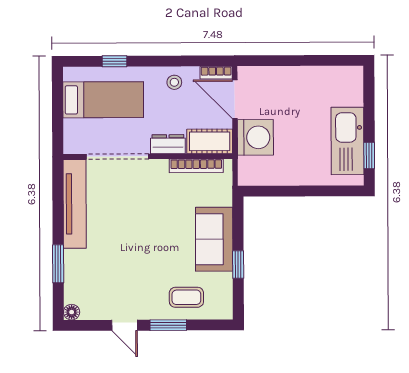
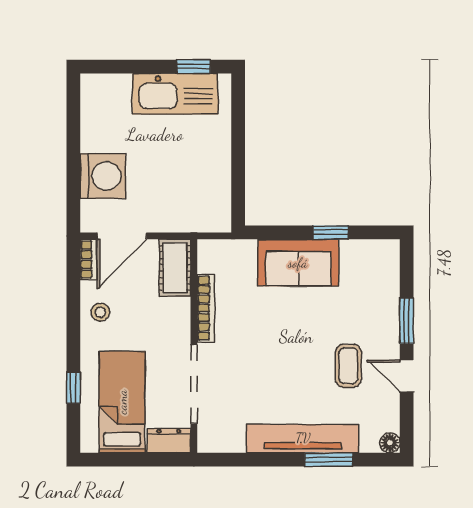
washing machine: (255, 137) -> (103, 176), moved, turned 90
dresser: (168, 144) -> (169, 441), moved, turned 90
bookcase: (196, 166) -> (206, 308), moved
tv unit: (75, 204) -> (303, 438), moved
coffee table: (186, 297) -> (348, 366), moved
door: (125, 325) -> (407, 376), swing flipped

